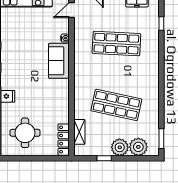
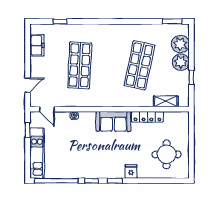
sofa: (59, 61) -> (113, 121), moved
locker: (64, 140) -> (147, 117), moved

